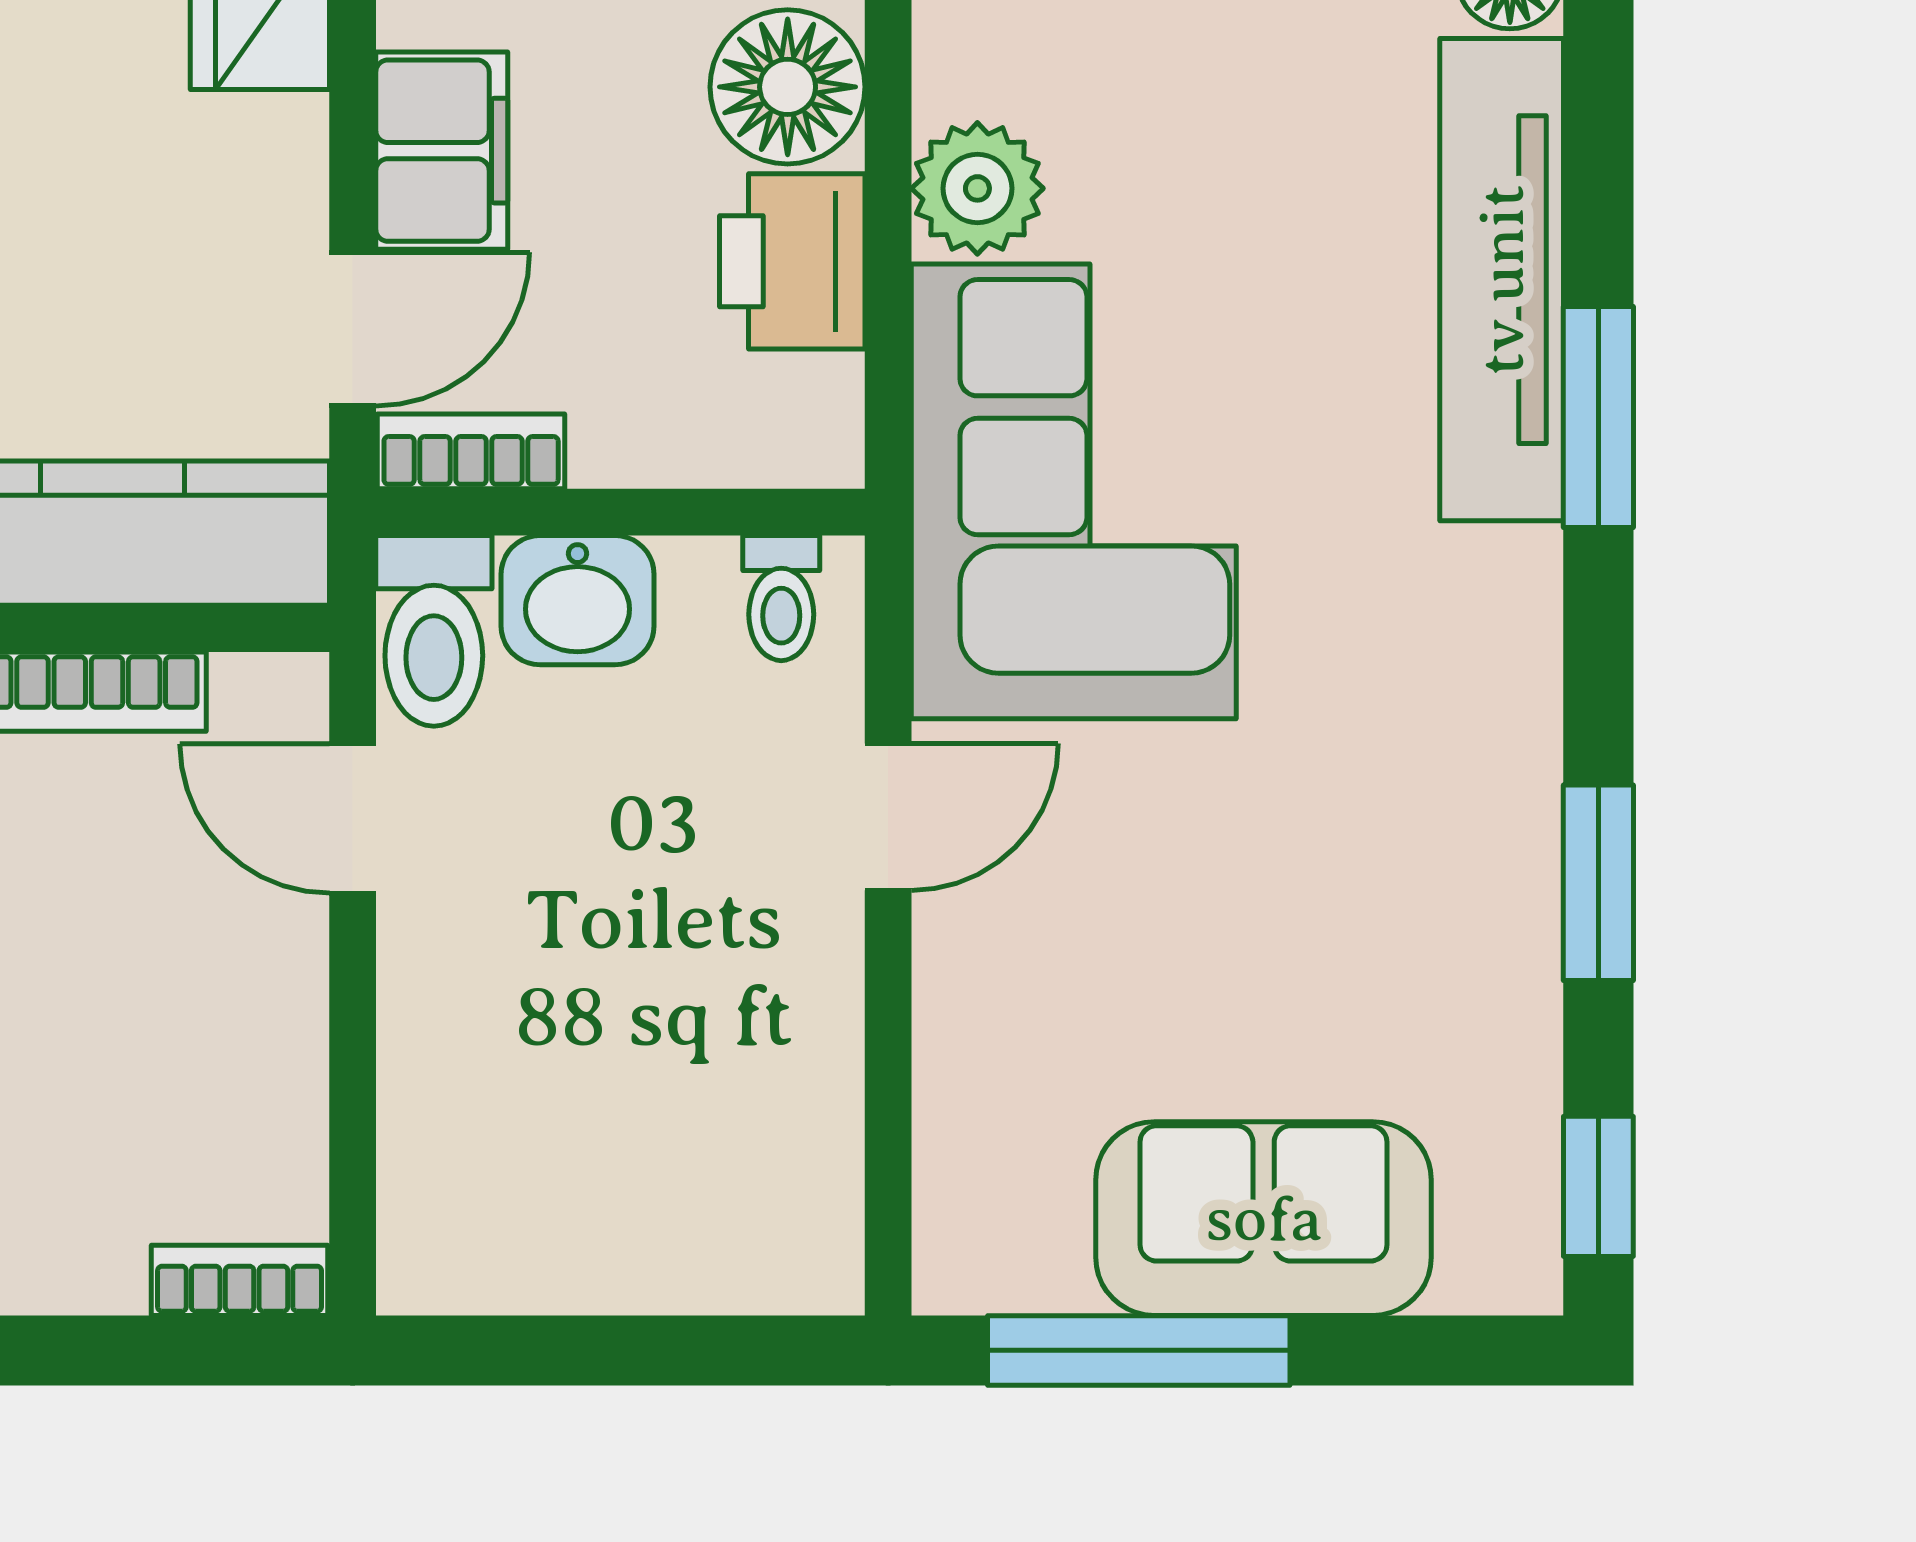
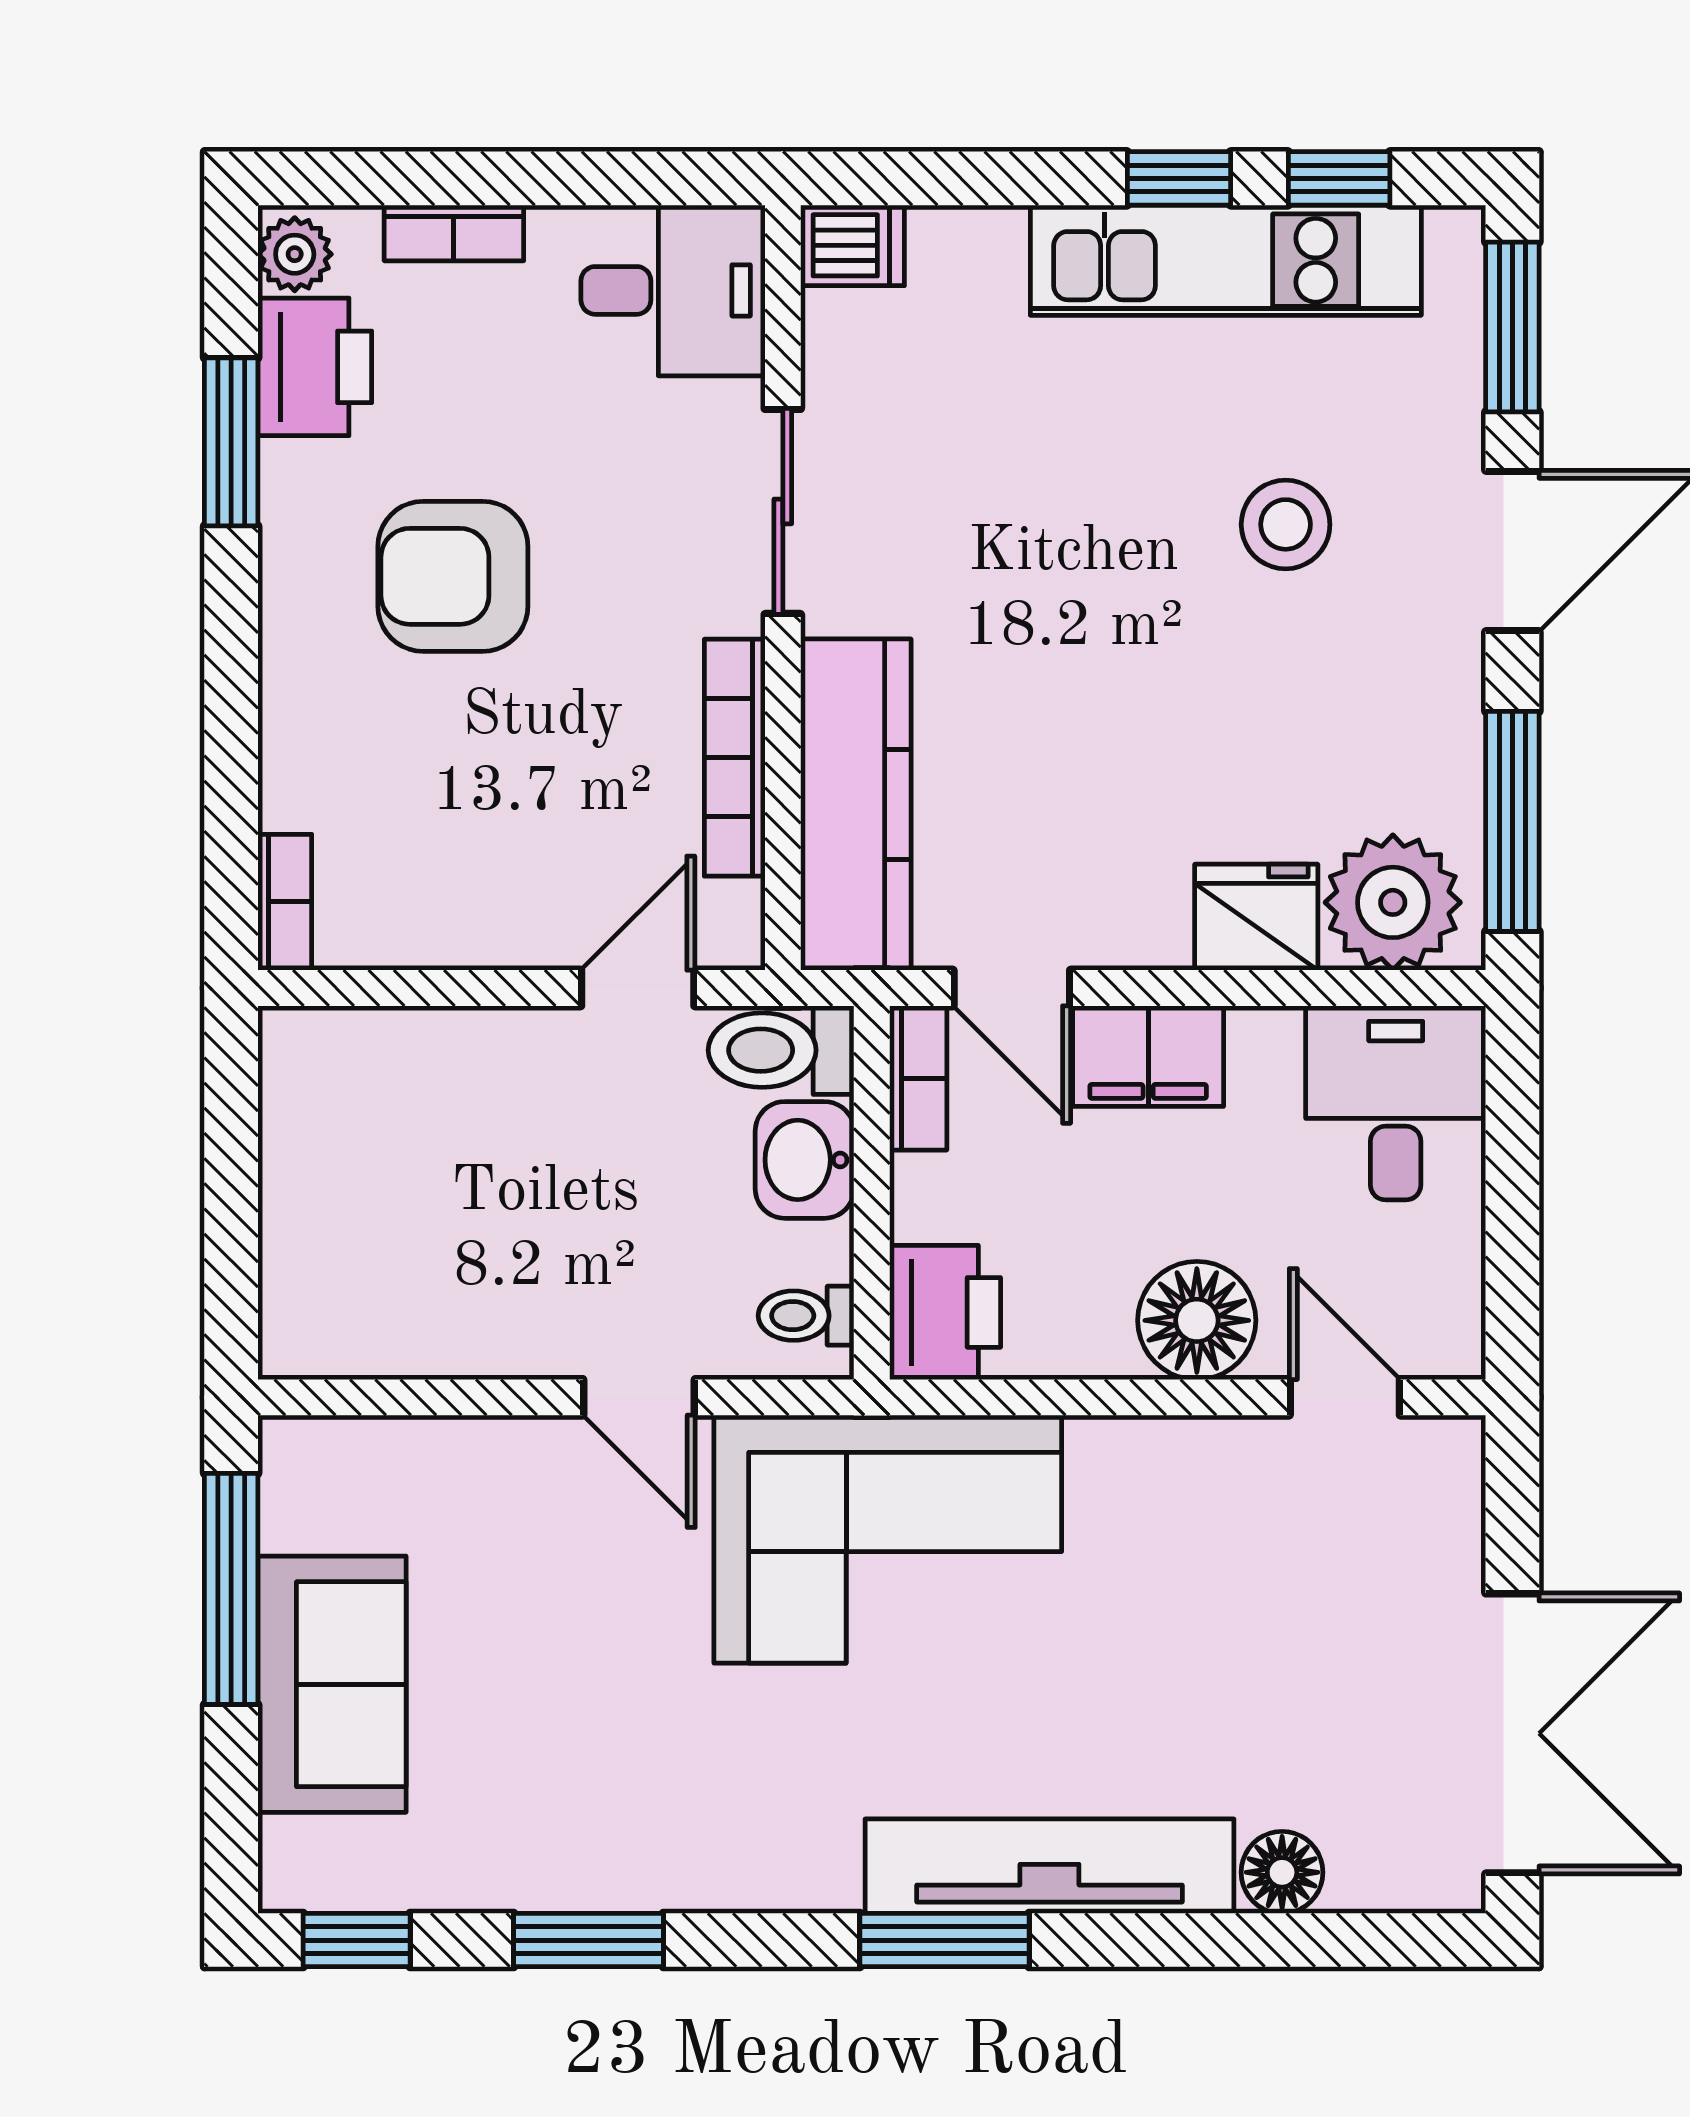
plant: (977, 188) -> (1119, 1466), removed
printer: (792, 261) -> (945, 1312), moved, turned 90

